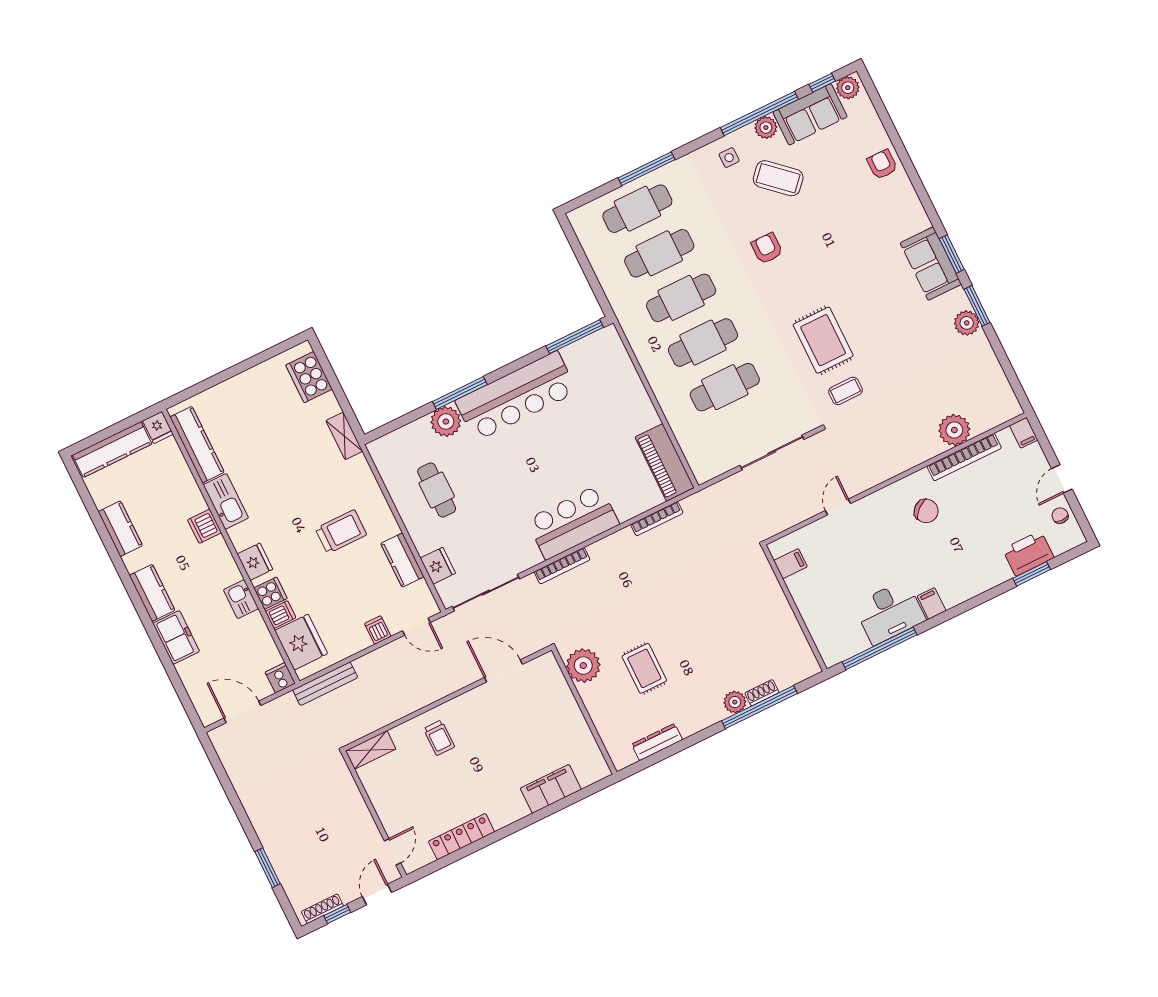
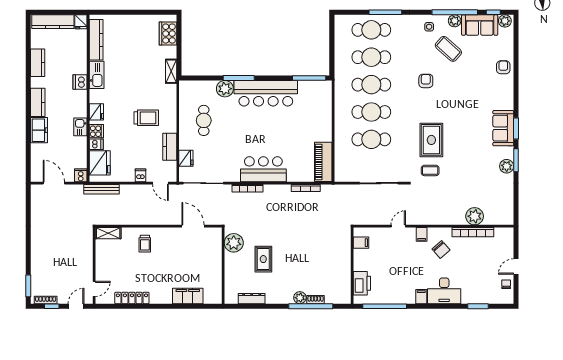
filing cabinet: (1024, 433) -> (422, 234), moved
printer: (1028, 553) -> (362, 283), moved, turned 90
desk: (890, 612) -> (444, 291), moved
window: (267, 868) -> (28, 286), moved

